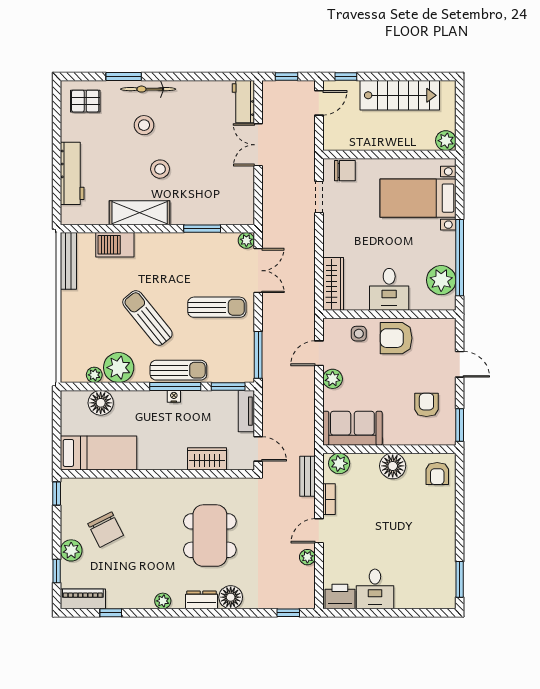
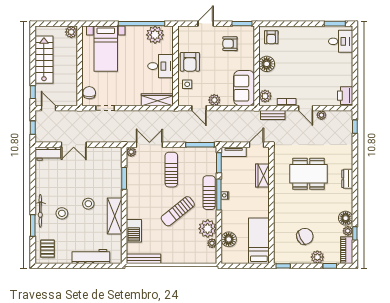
armchair: (437, 473) -> (271, 37), turned 90
desk: (375, 589) -> (341, 41), moved
floor lamp: (231, 597) -> (346, 218), moved
plant: (163, 601) -> (348, 231), moved

